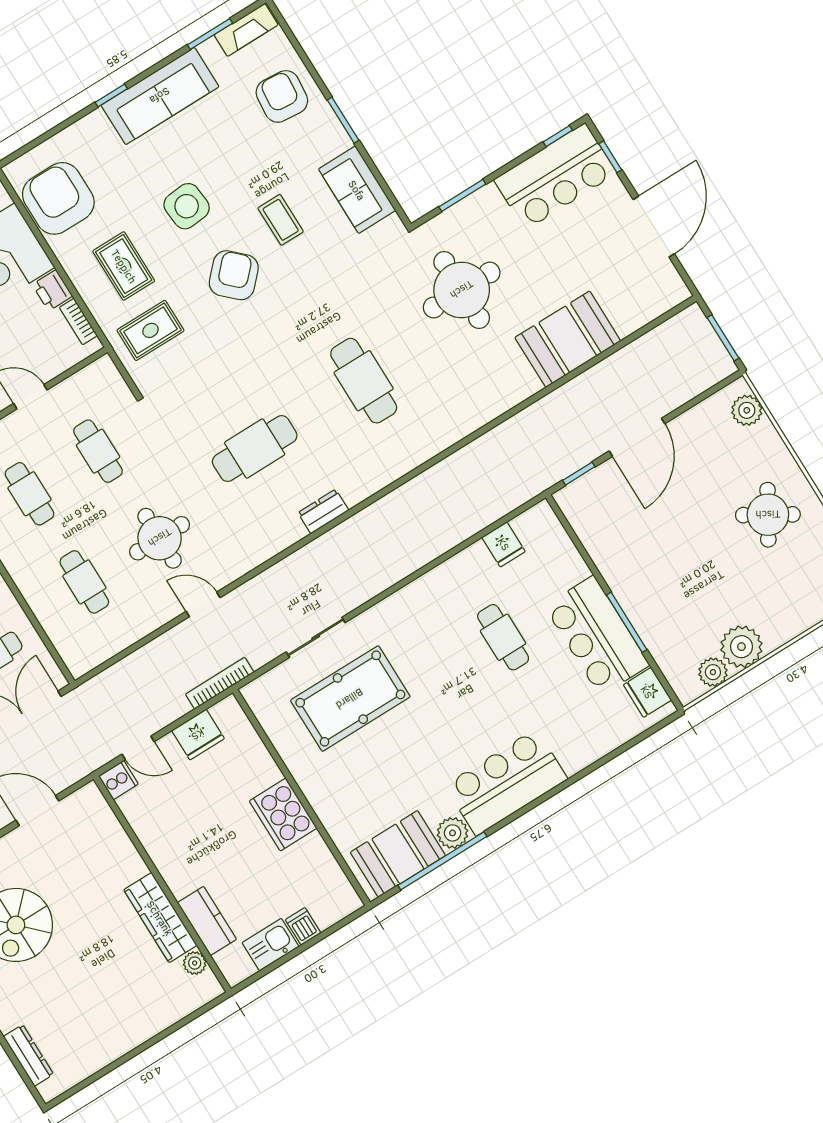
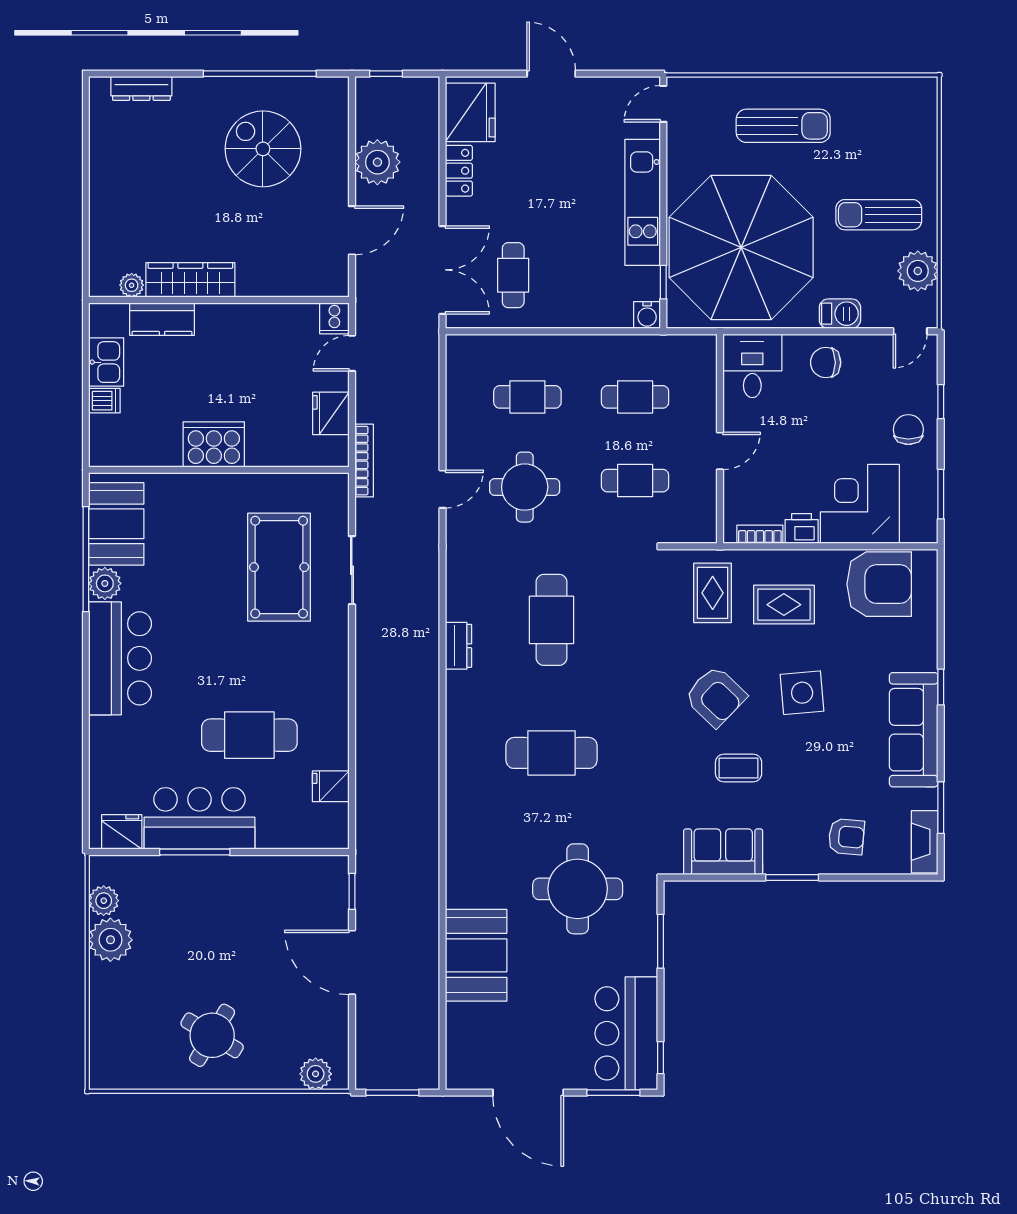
armchair: (282, 96) -> (846, 837), width x0.72, depth x0.72
window: (610, 157) -> (613, 1093), width x1.50
cafe table: (503, 637) -> (249, 735), width x1.37, depth x1.35

